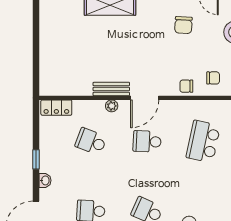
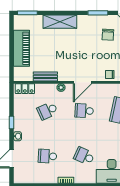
piano: (51, 46) -> (22, 48), added
bench: (111, 89) -> (45, 76), moved
school desk: (91, 141) -> (47, 111), turned -45

